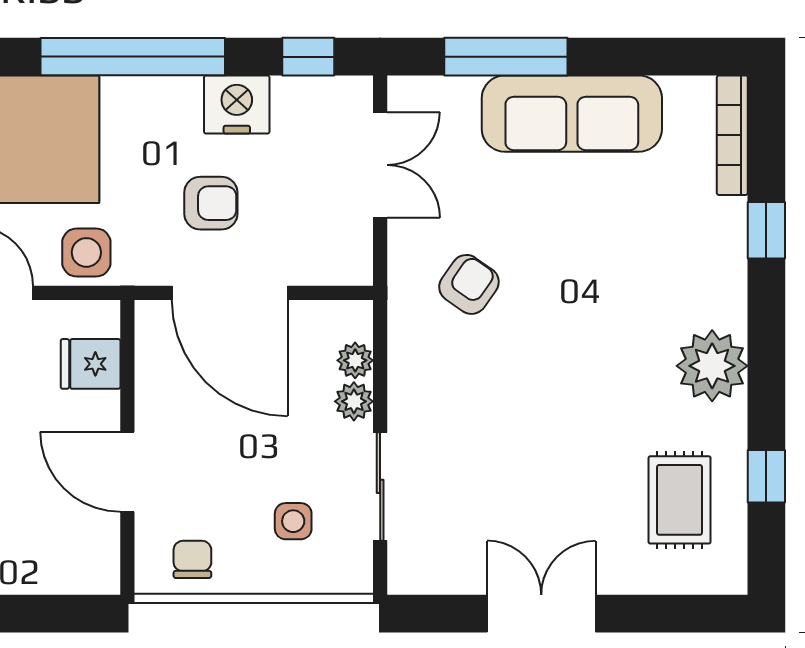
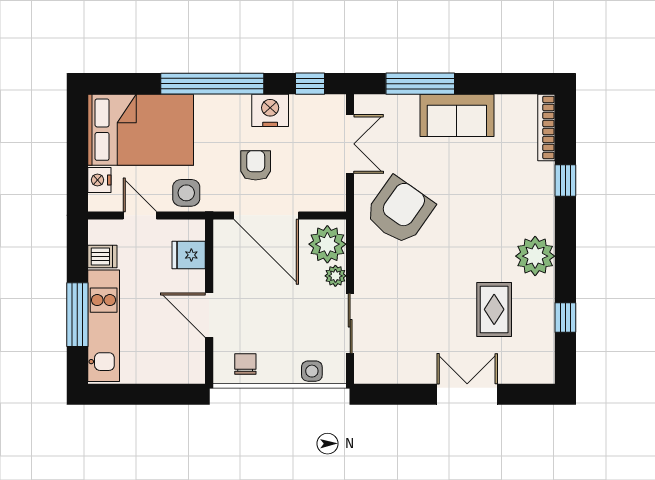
sofa: (572, 114) -> (457, 115), width x0.73
armchair: (211, 203) -> (256, 165), turned -90
armchair: (469, 284) -> (400, 211), width x1.88, depth x1.88
plant: (355, 360) -> (327, 244), width x1.88, depth x1.88
rug: (680, 500) -> (494, 309), moved
side table: (293, 521) -> (312, 371), moved
double door: (541, 614) -> (467, 394), moved

